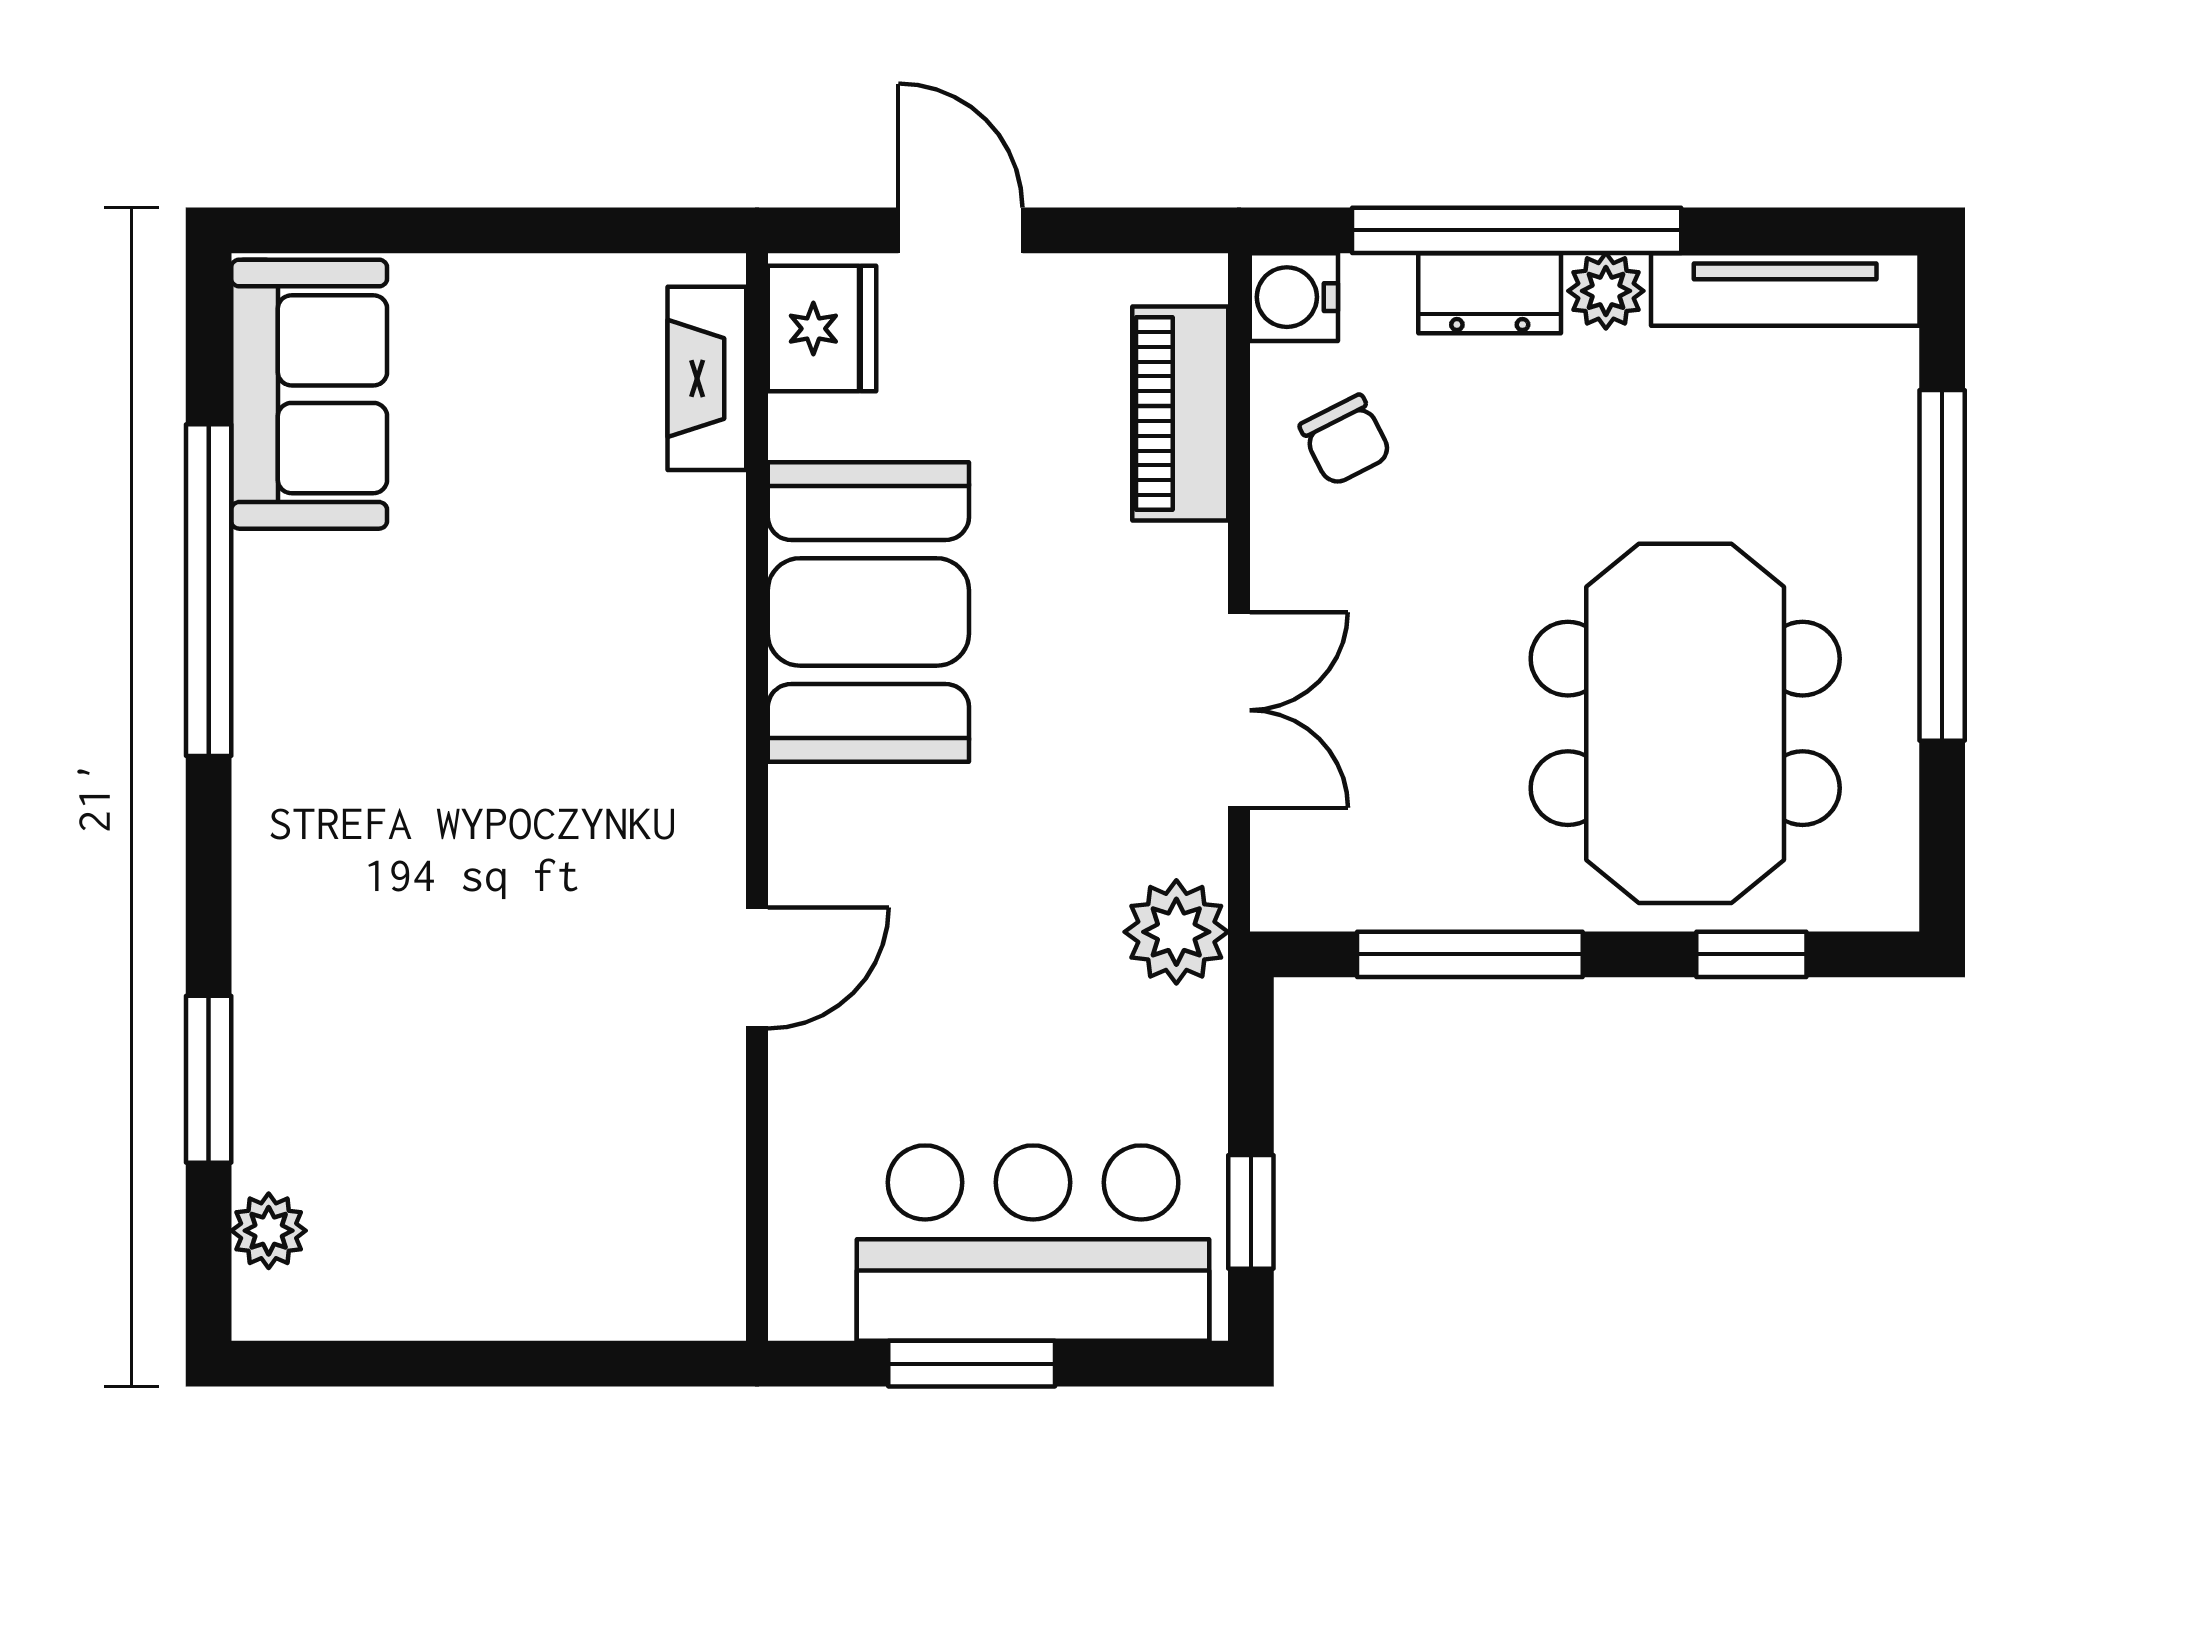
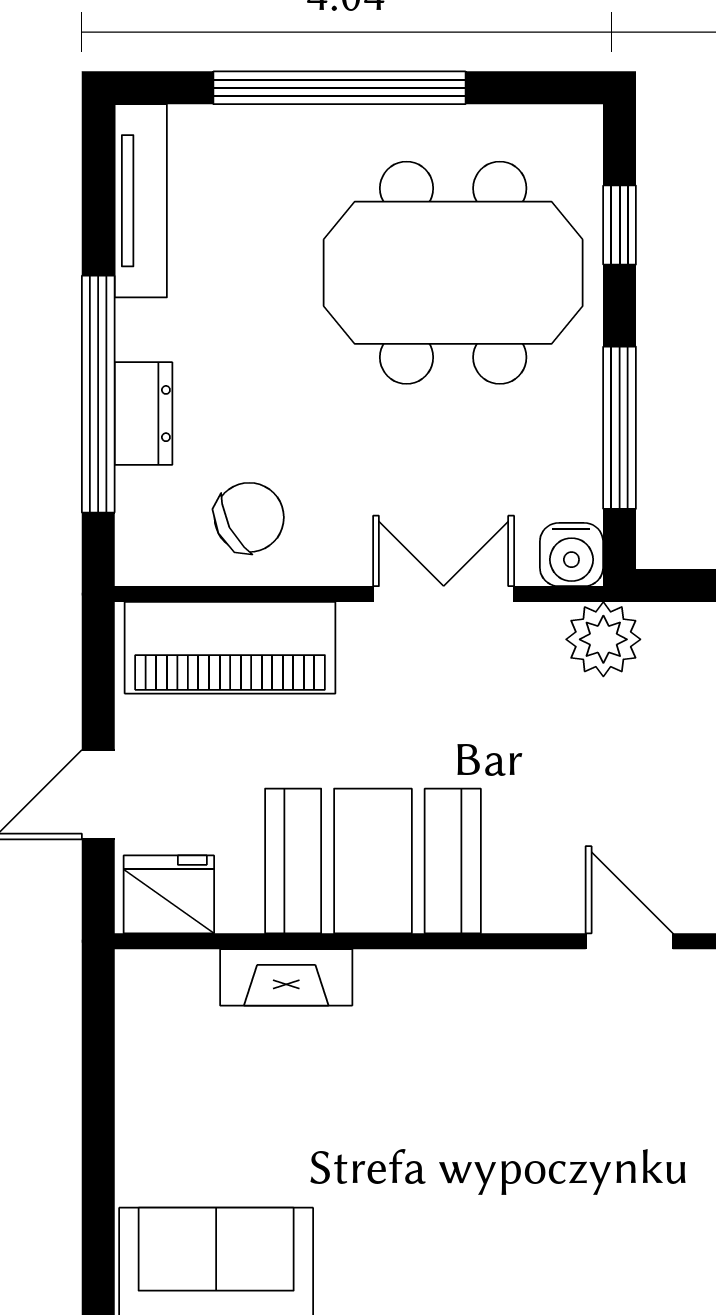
plant: (1606, 291) -> (142, 330), removed
water cooler: (1294, 297) -> (571, 555), moved
fireplace: (707, 378) -> (286, 977), moved
piano: (1180, 414) -> (230, 648), width x1.37, depth x1.33
chair: (1345, 440) -> (249, 517), width x1.37, depth x1.37

